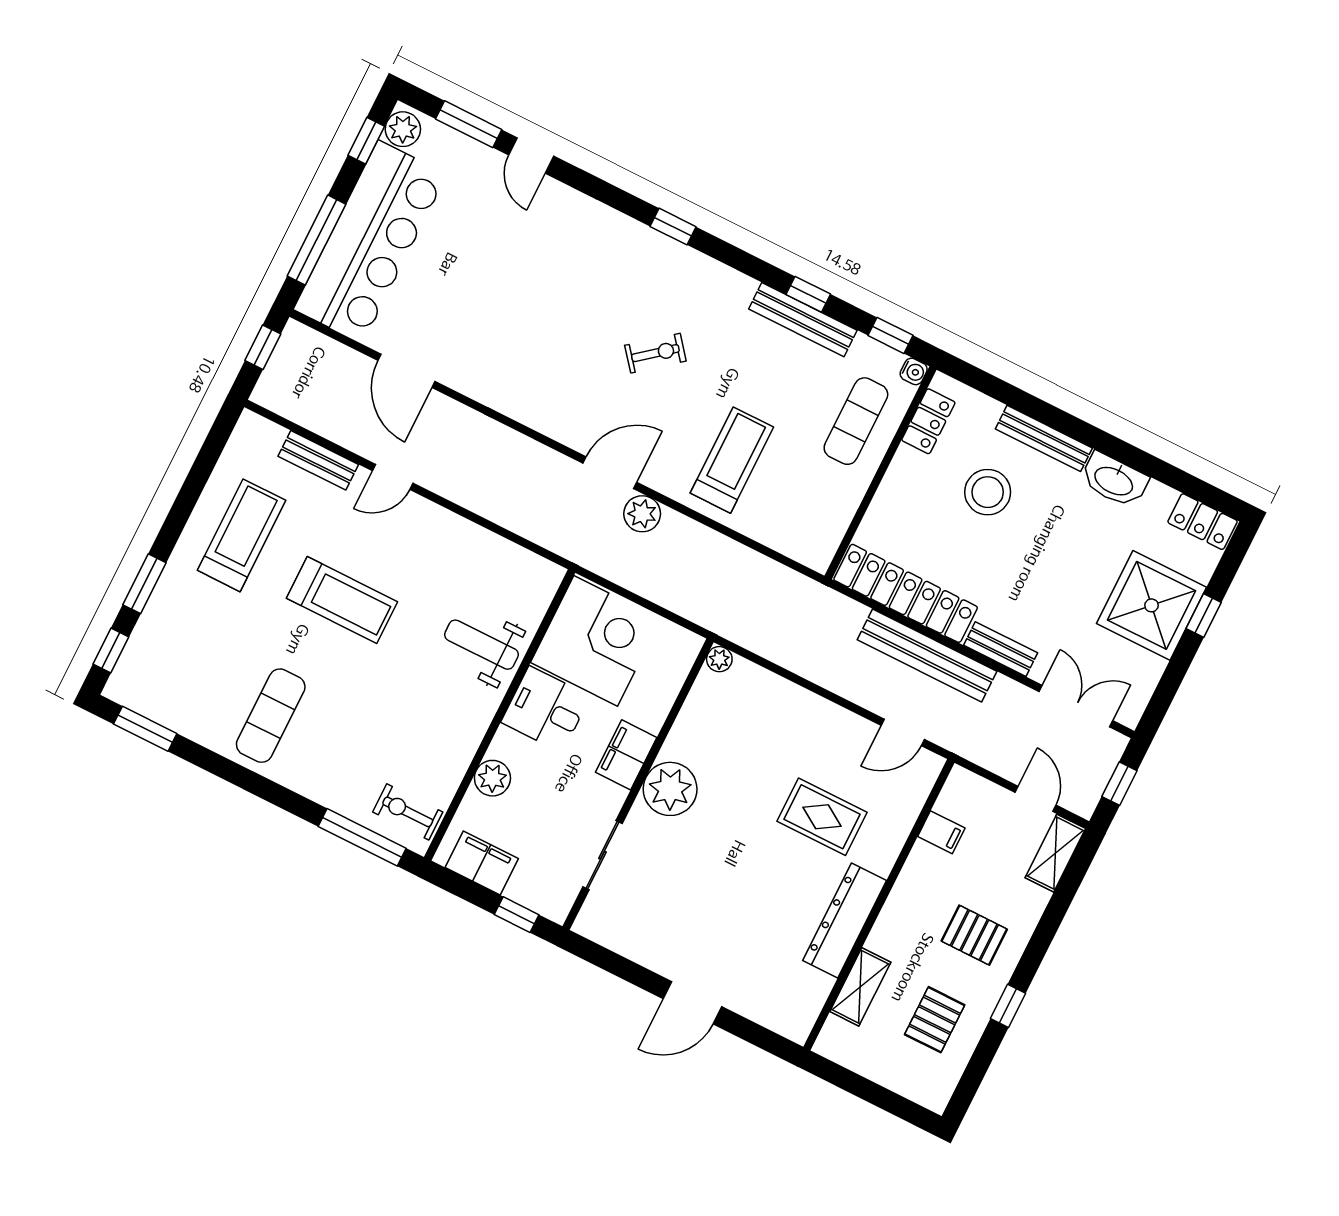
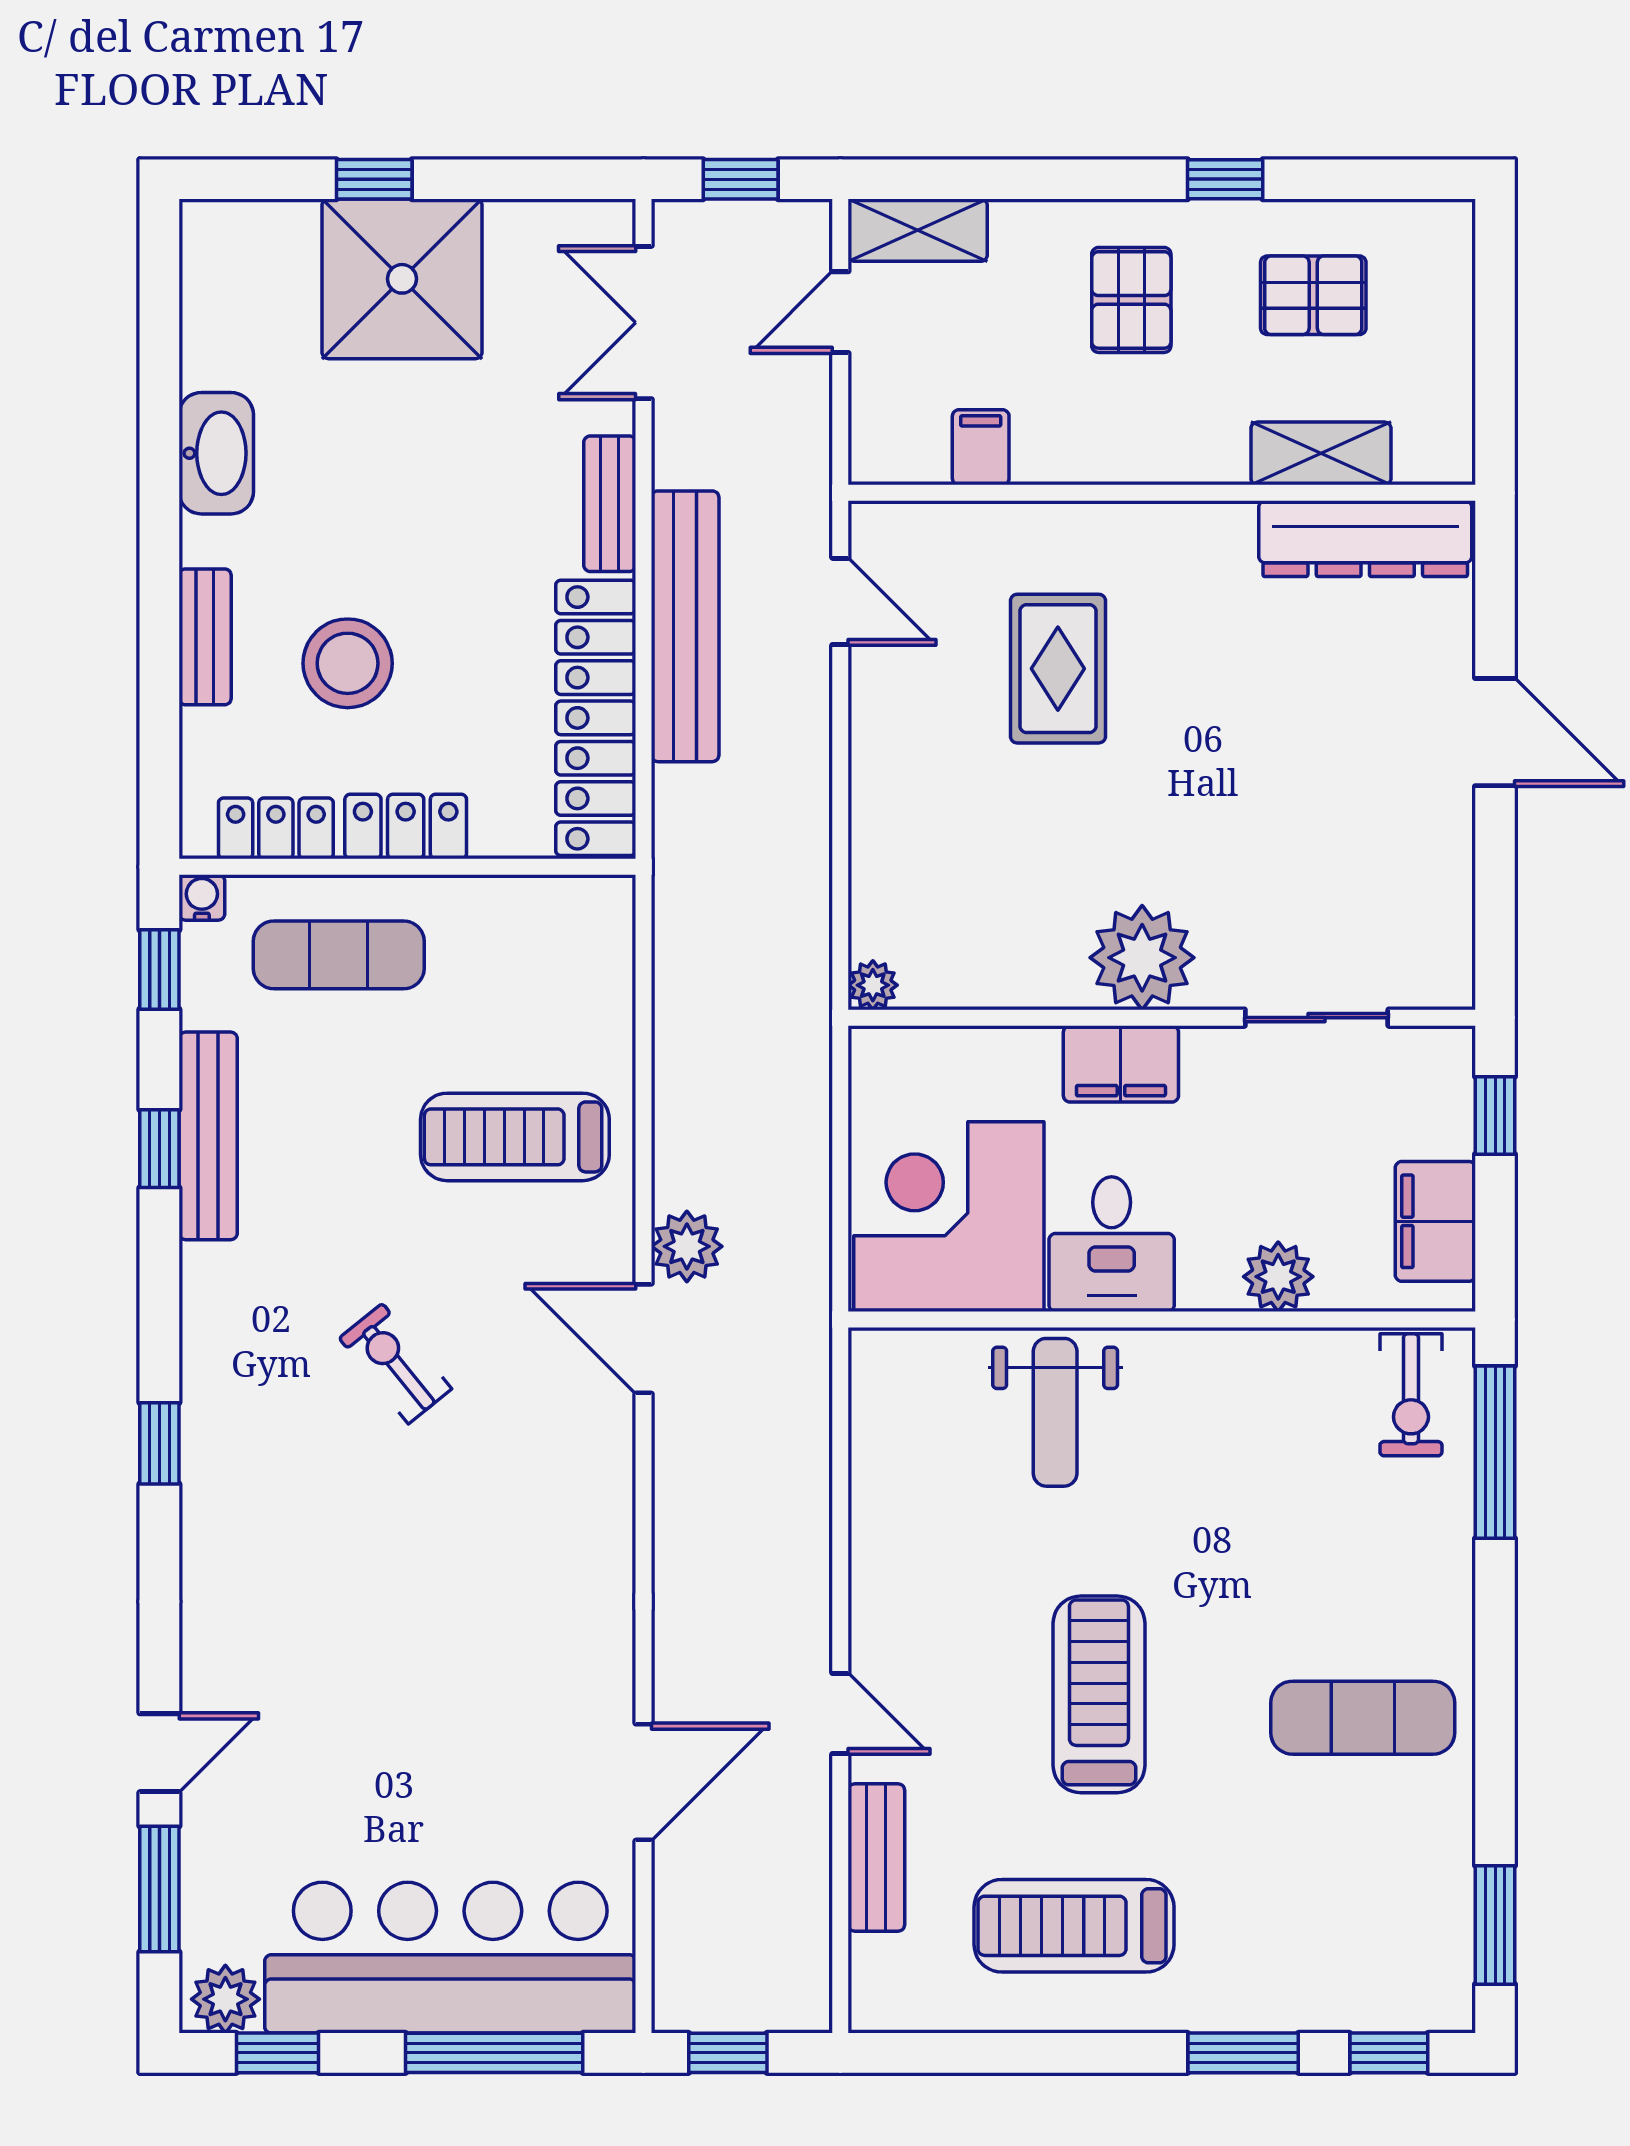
bench: (1044, 438) -> (205, 637), width x0.73
locker: (1203, 522) -> (406, 827), moved, turned -90
dresser: (845, 920) -> (1365, 539), moved

